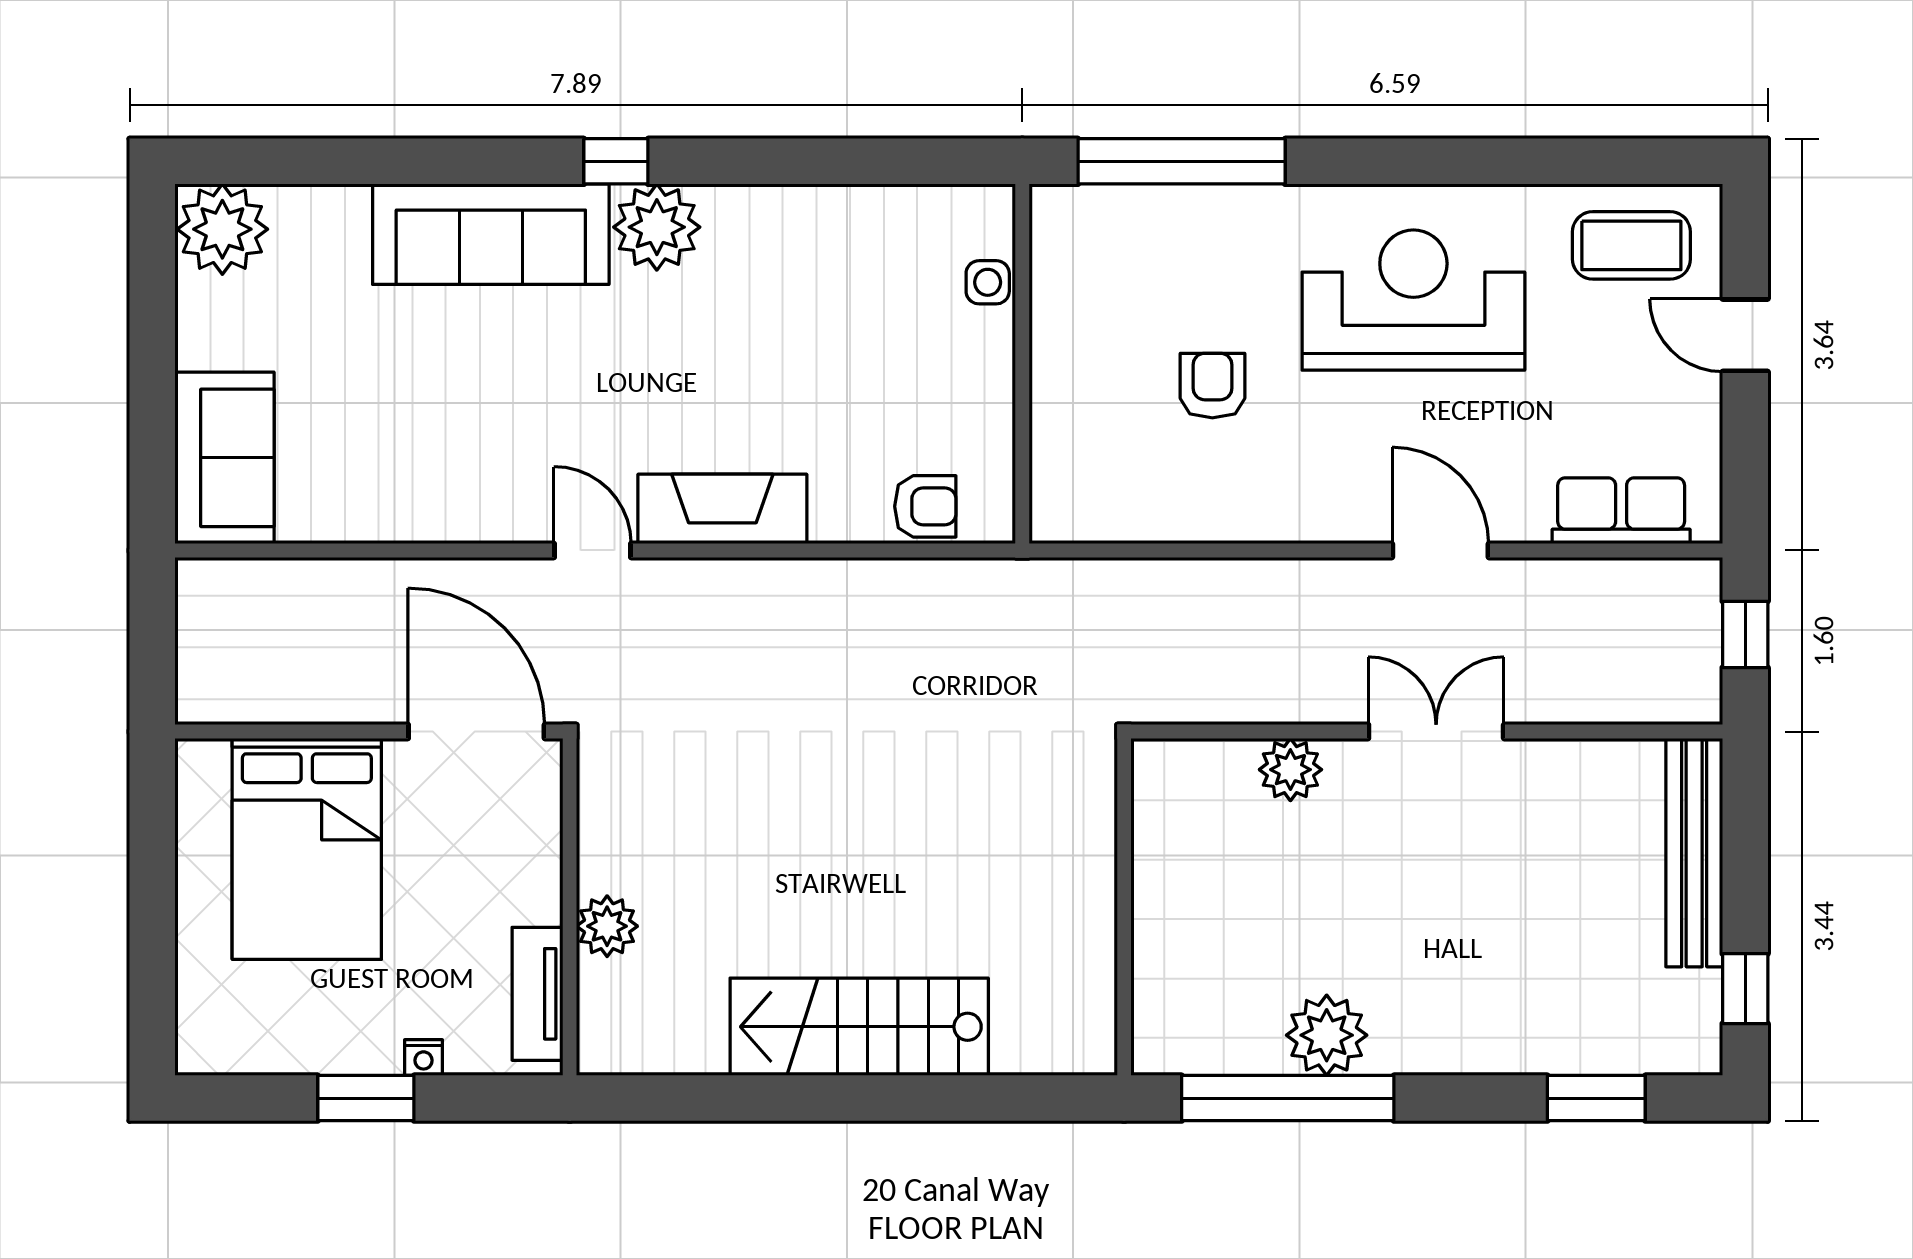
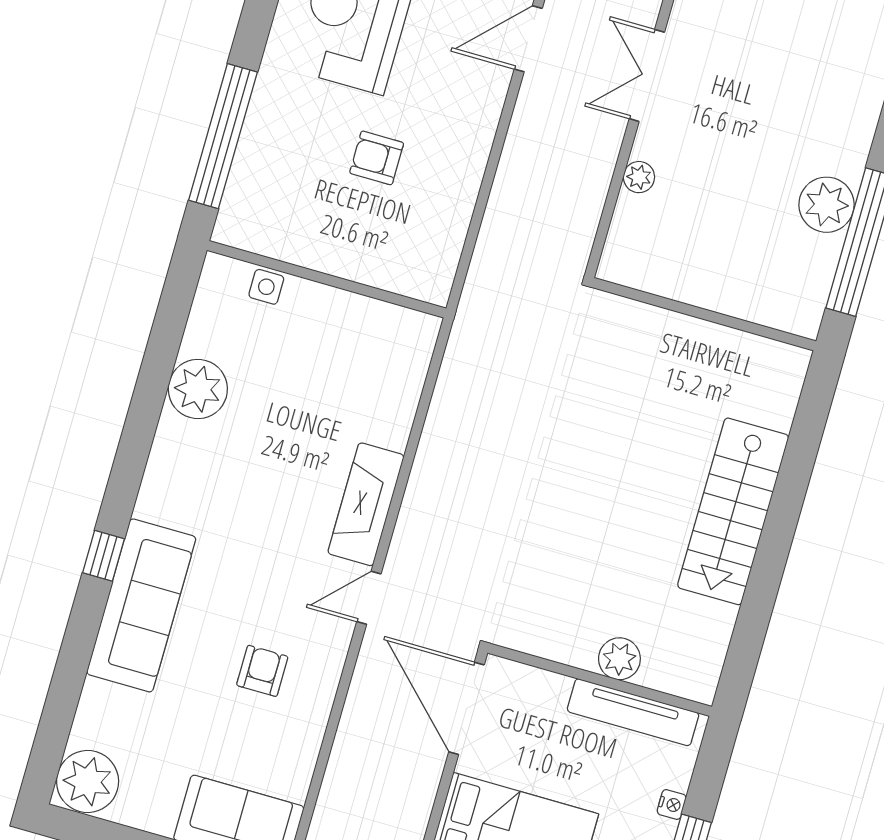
window: (616, 161) -> (103, 556), moved
plant: (657, 227) -> (198, 389), moved
armchair: (925, 506) -> (262, 671), moved
door: (476, 732) -> (467, 708), hinge flipped
plant: (1290, 770) -> (639, 177), width x0.73, depth x0.73
tv unit: (538, 994) -> (633, 712), width x1.41

